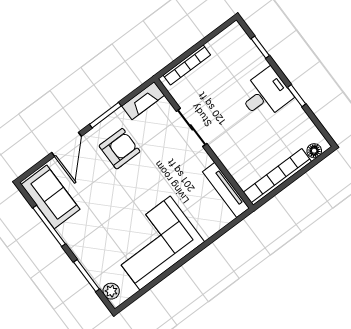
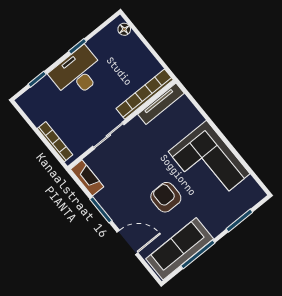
desk: (265, 94) -> (77, 73), width x1.37
armchair: (120, 149) -> (166, 197), moved
bookcase: (277, 177) -> (145, 94), moved, turned 90
sofa: (50, 197) -> (180, 249), width x1.36
plant: (111, 291) -> (252, 199), removed

